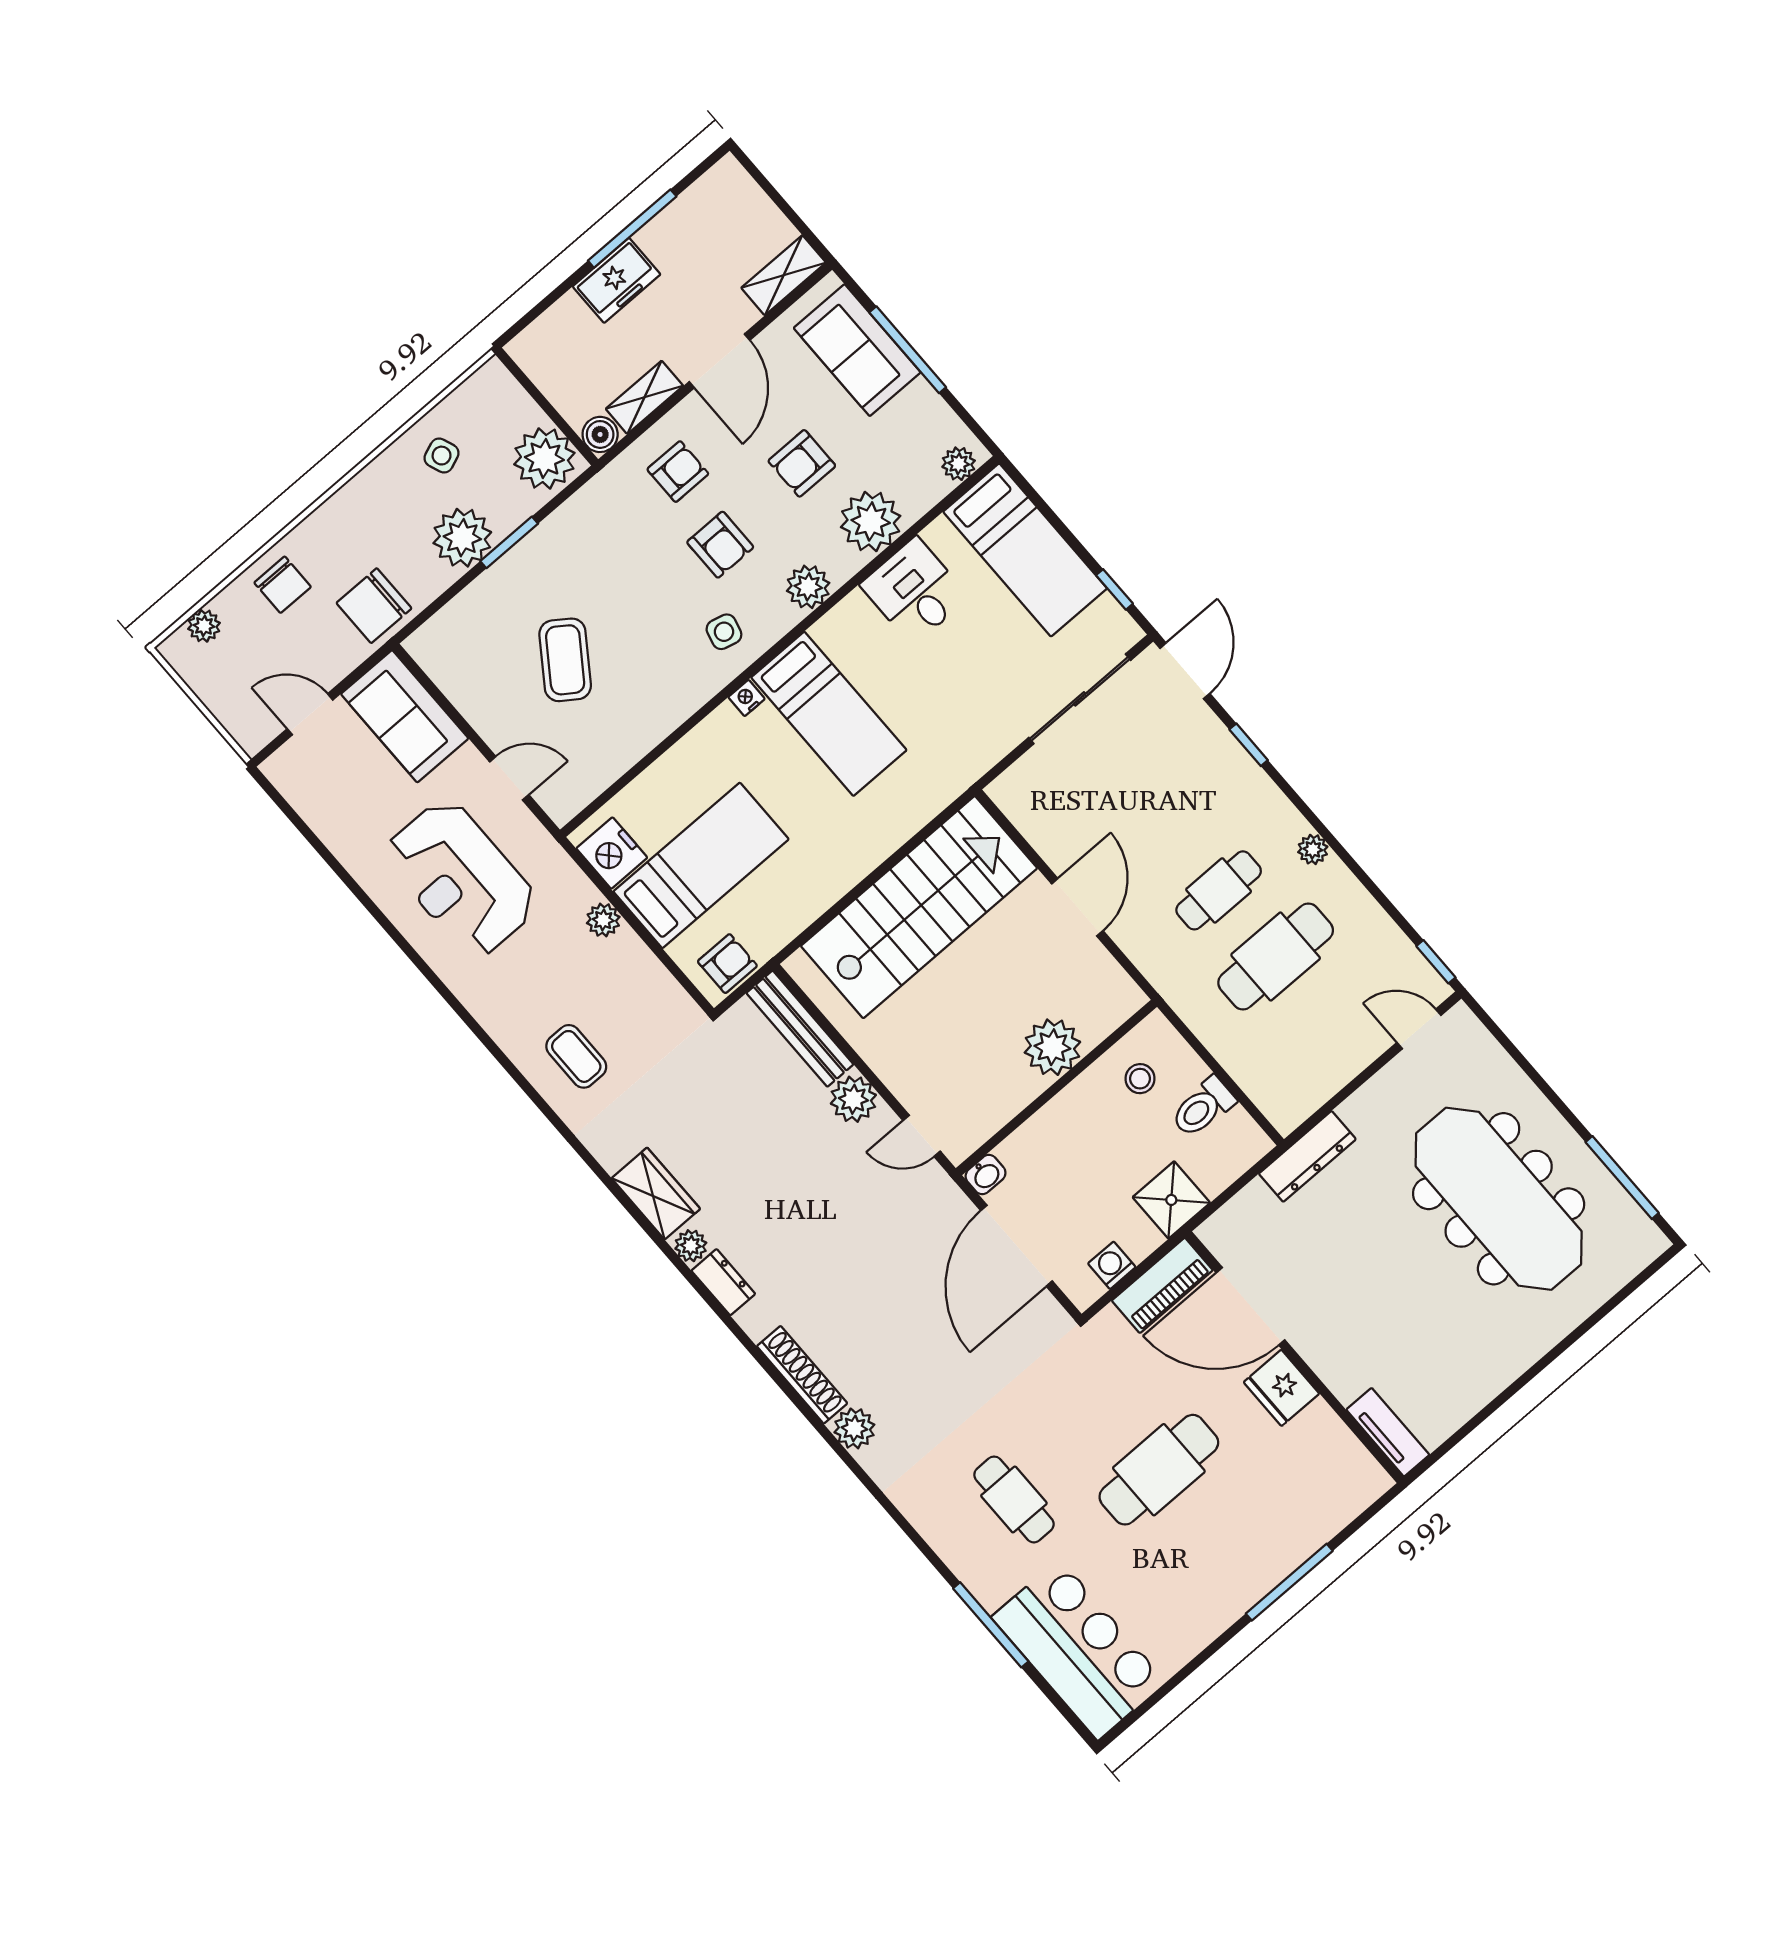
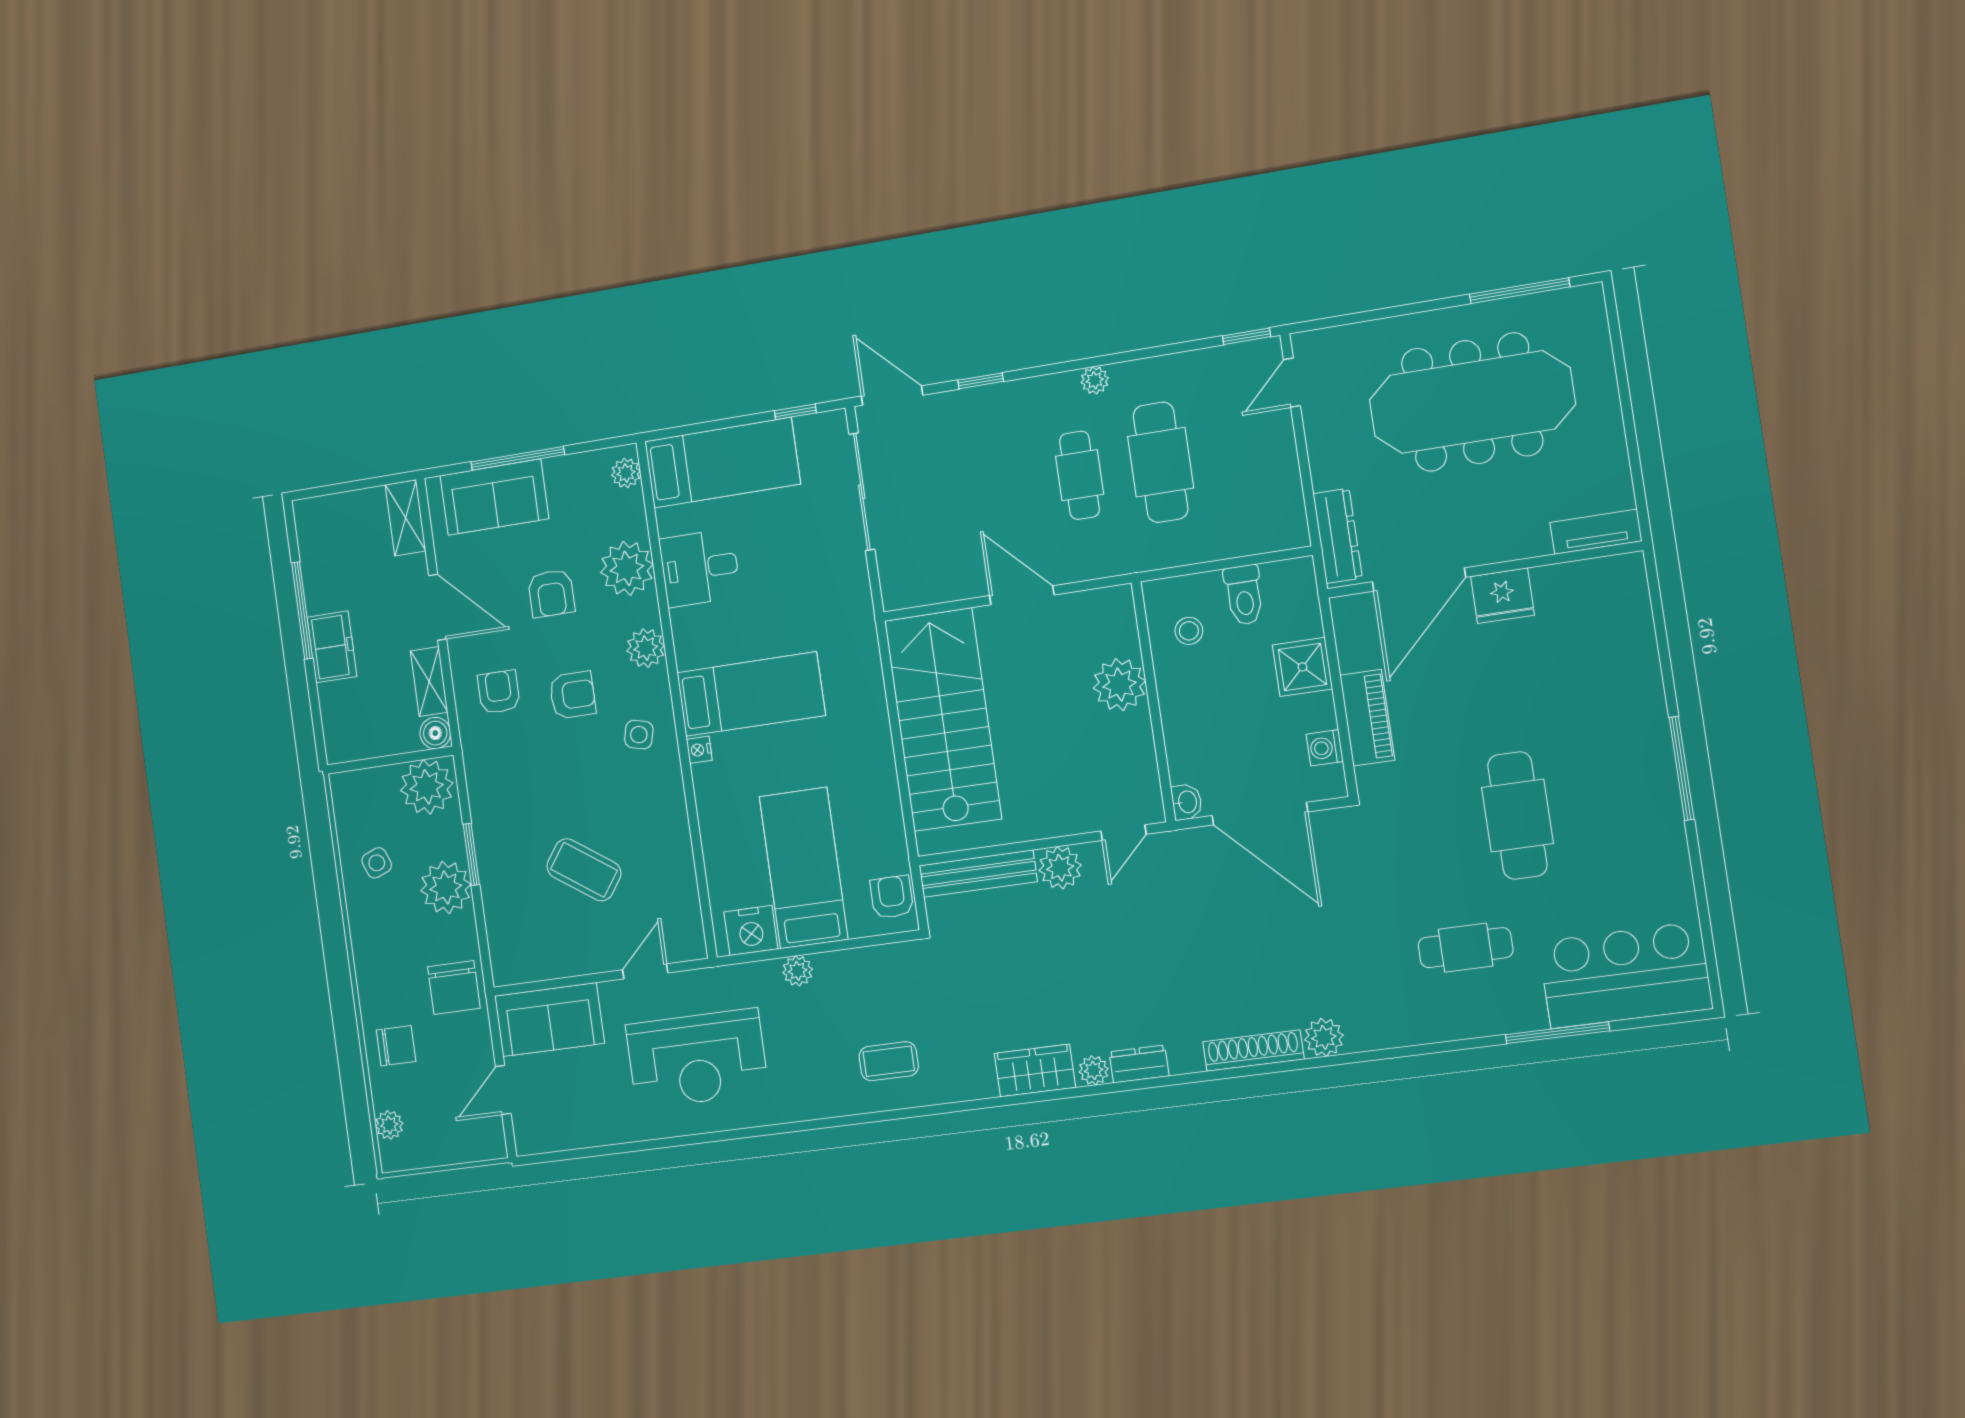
door: (1250, 1306) -> (1419, 580), moved
wall: (1294, 1357) -> (1484, 570), moved
fridge: (1281, 1388) -> (1502, 596), moved
tv unit: (1388, 1432) -> (1596, 532), moved

